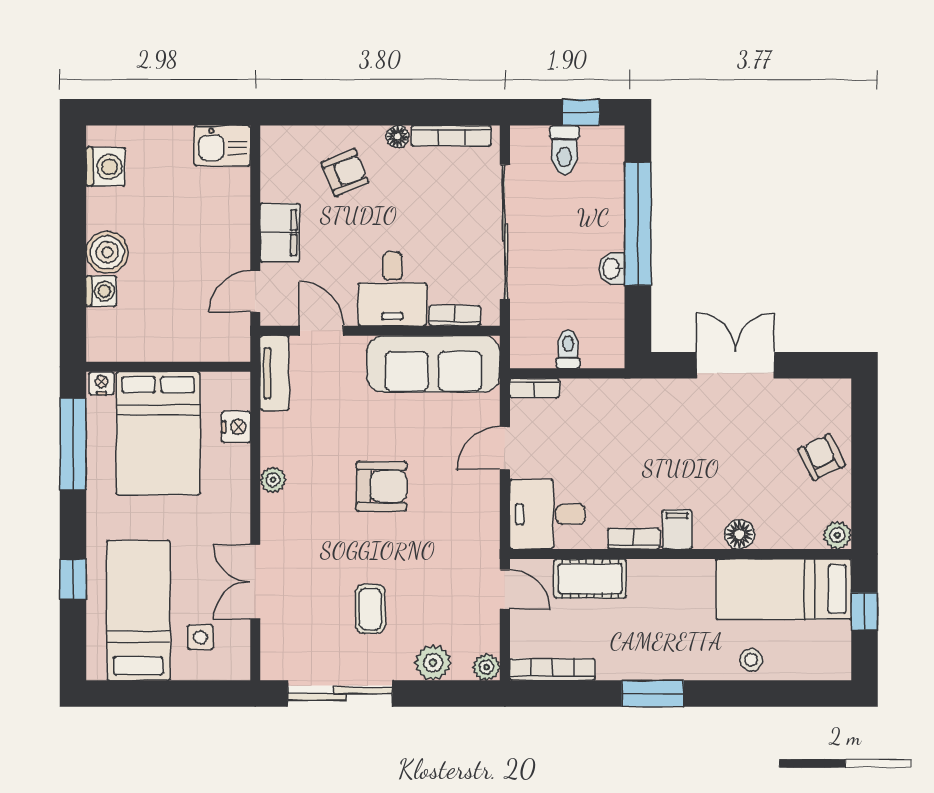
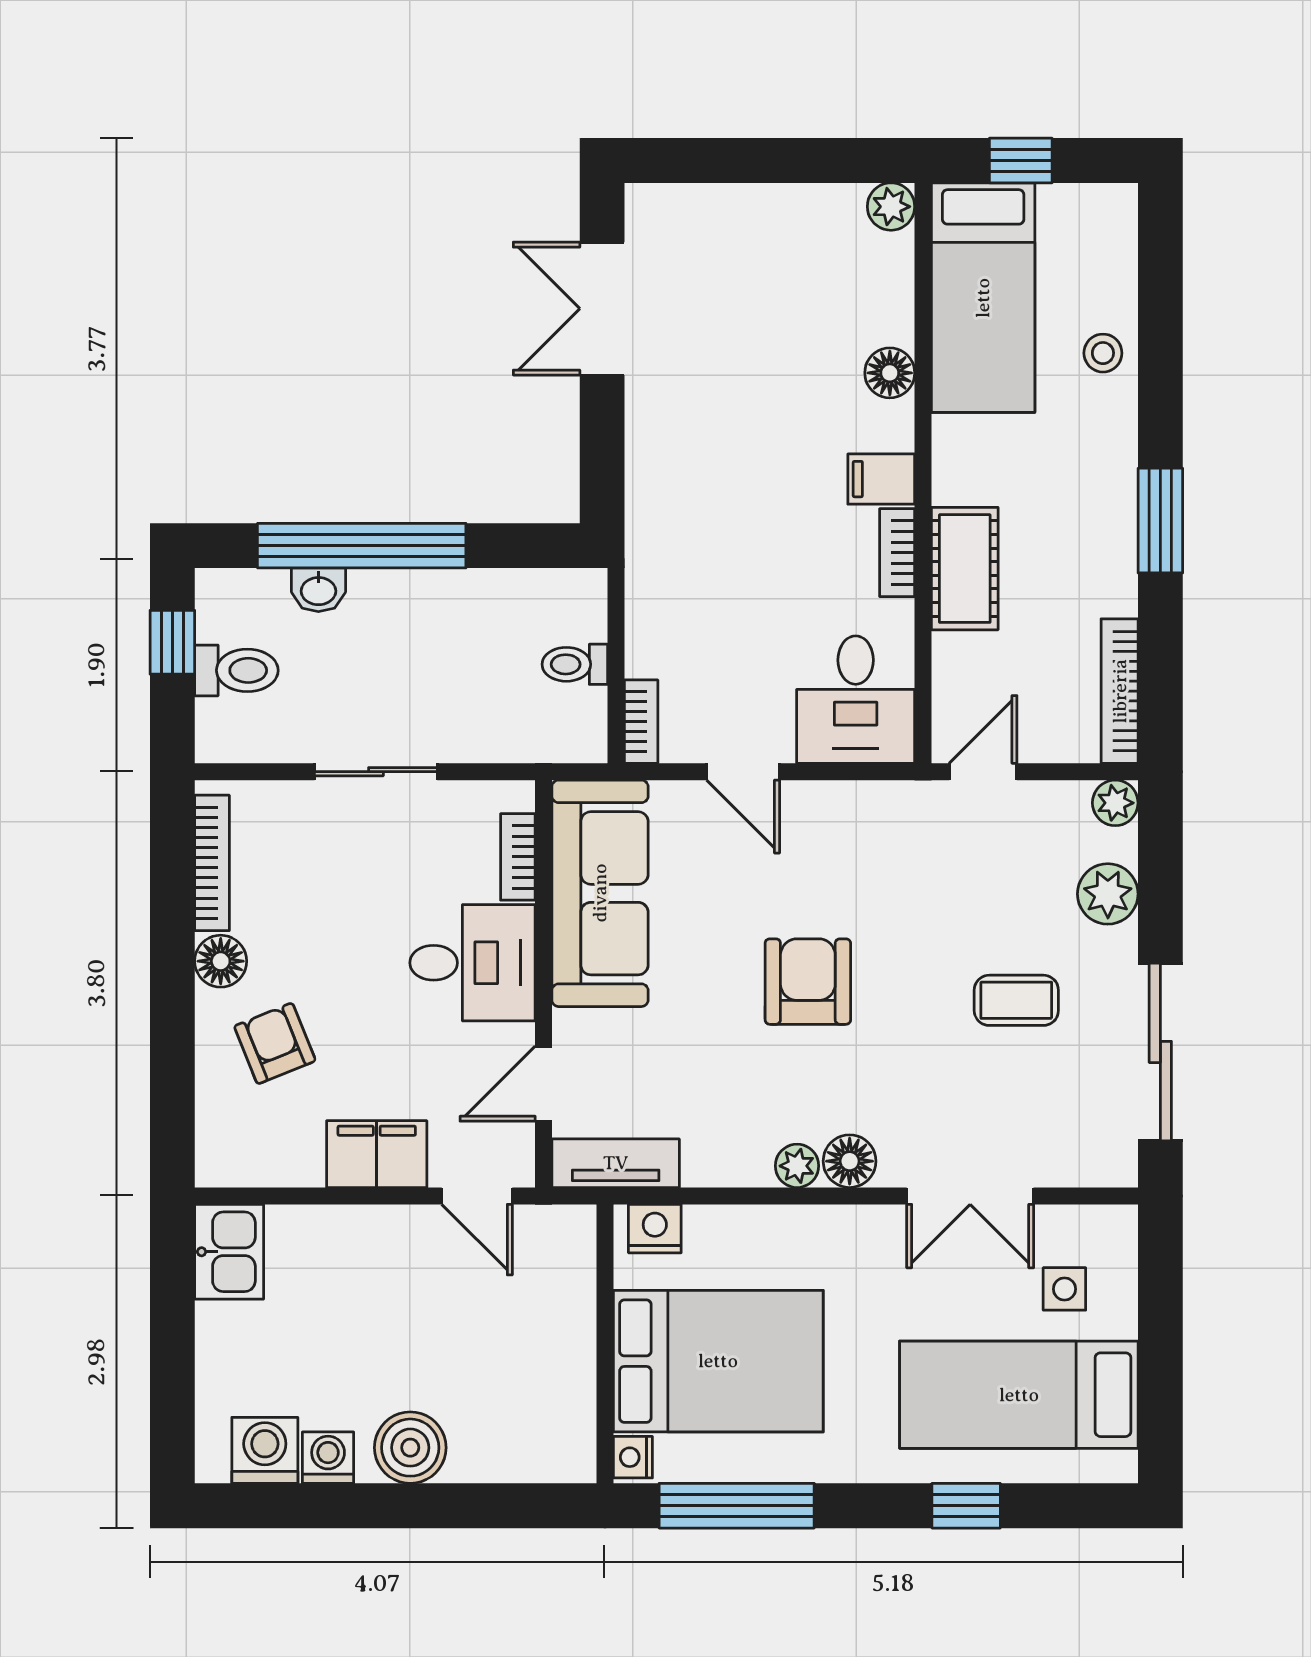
floor lamp: (398, 137) -> (221, 961), width x1.37, depth x1.37
sliding door: (505, 232) -> (376, 772), width x0.54
washbasin: (612, 269) -> (318, 590), moved
washing machine: (101, 291) -> (328, 1458), moved
double door: (735, 365) -> (602, 309), moved
nightstand: (236, 427) -> (655, 1229), moved
armchair: (822, 457) -> (758, 233), removed
floor lamp: (276, 511) -> (850, 1161), added
cot: (590, 579) -> (965, 569), moved

